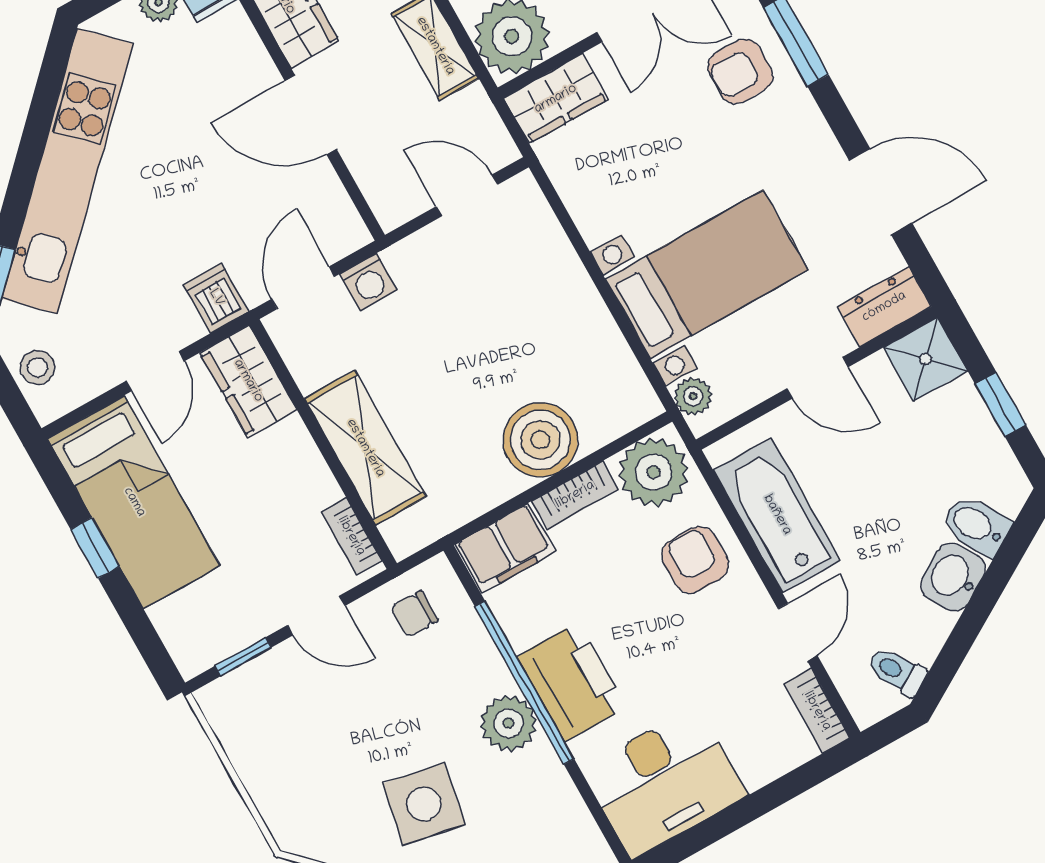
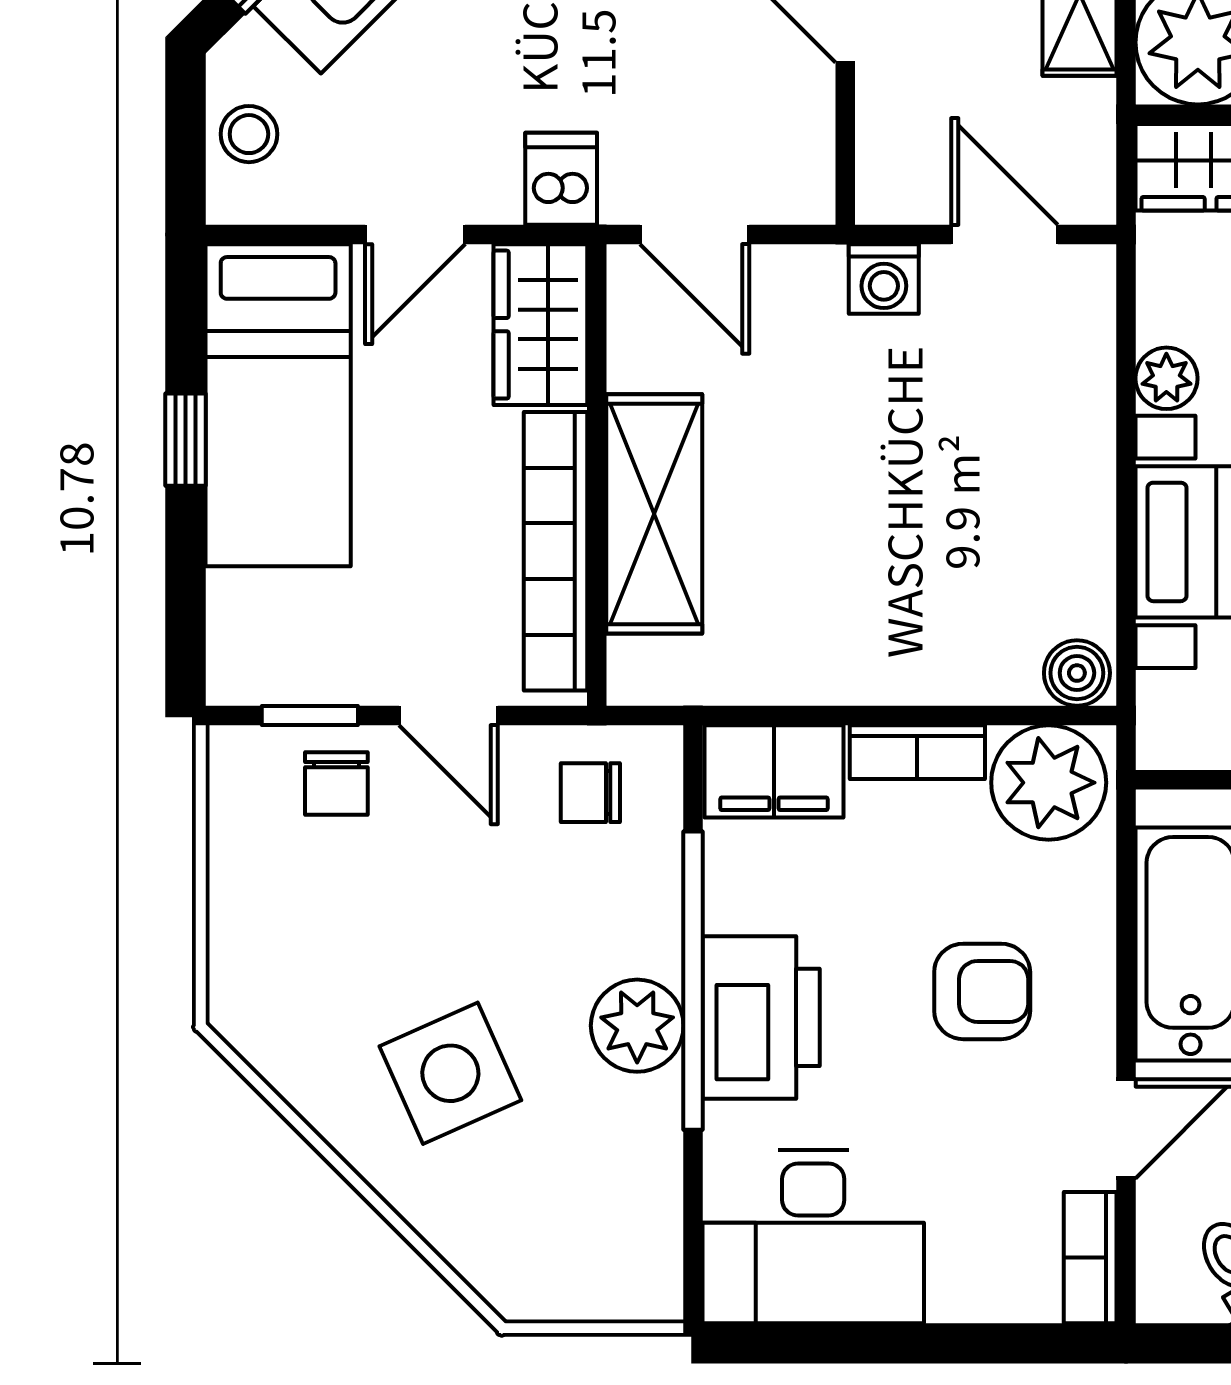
washing machine: (369, 282) -> (884, 279), moved
door: (303, 288) -> (695, 234), swing flipped
plant: (693, 396) -> (1166, 378), moved
boiler: (540, 440) -> (1077, 673), moved, width x0.54, depth x0.54
bookcase: (351, 536) -> (556, 551), width x2.31, depth x1.31
armchair: (695, 560) -> (982, 991), moved, turned 90
chair: (277, 685) -> (336, 783), added
side table: (424, 804) -> (450, 1073), turned -35

